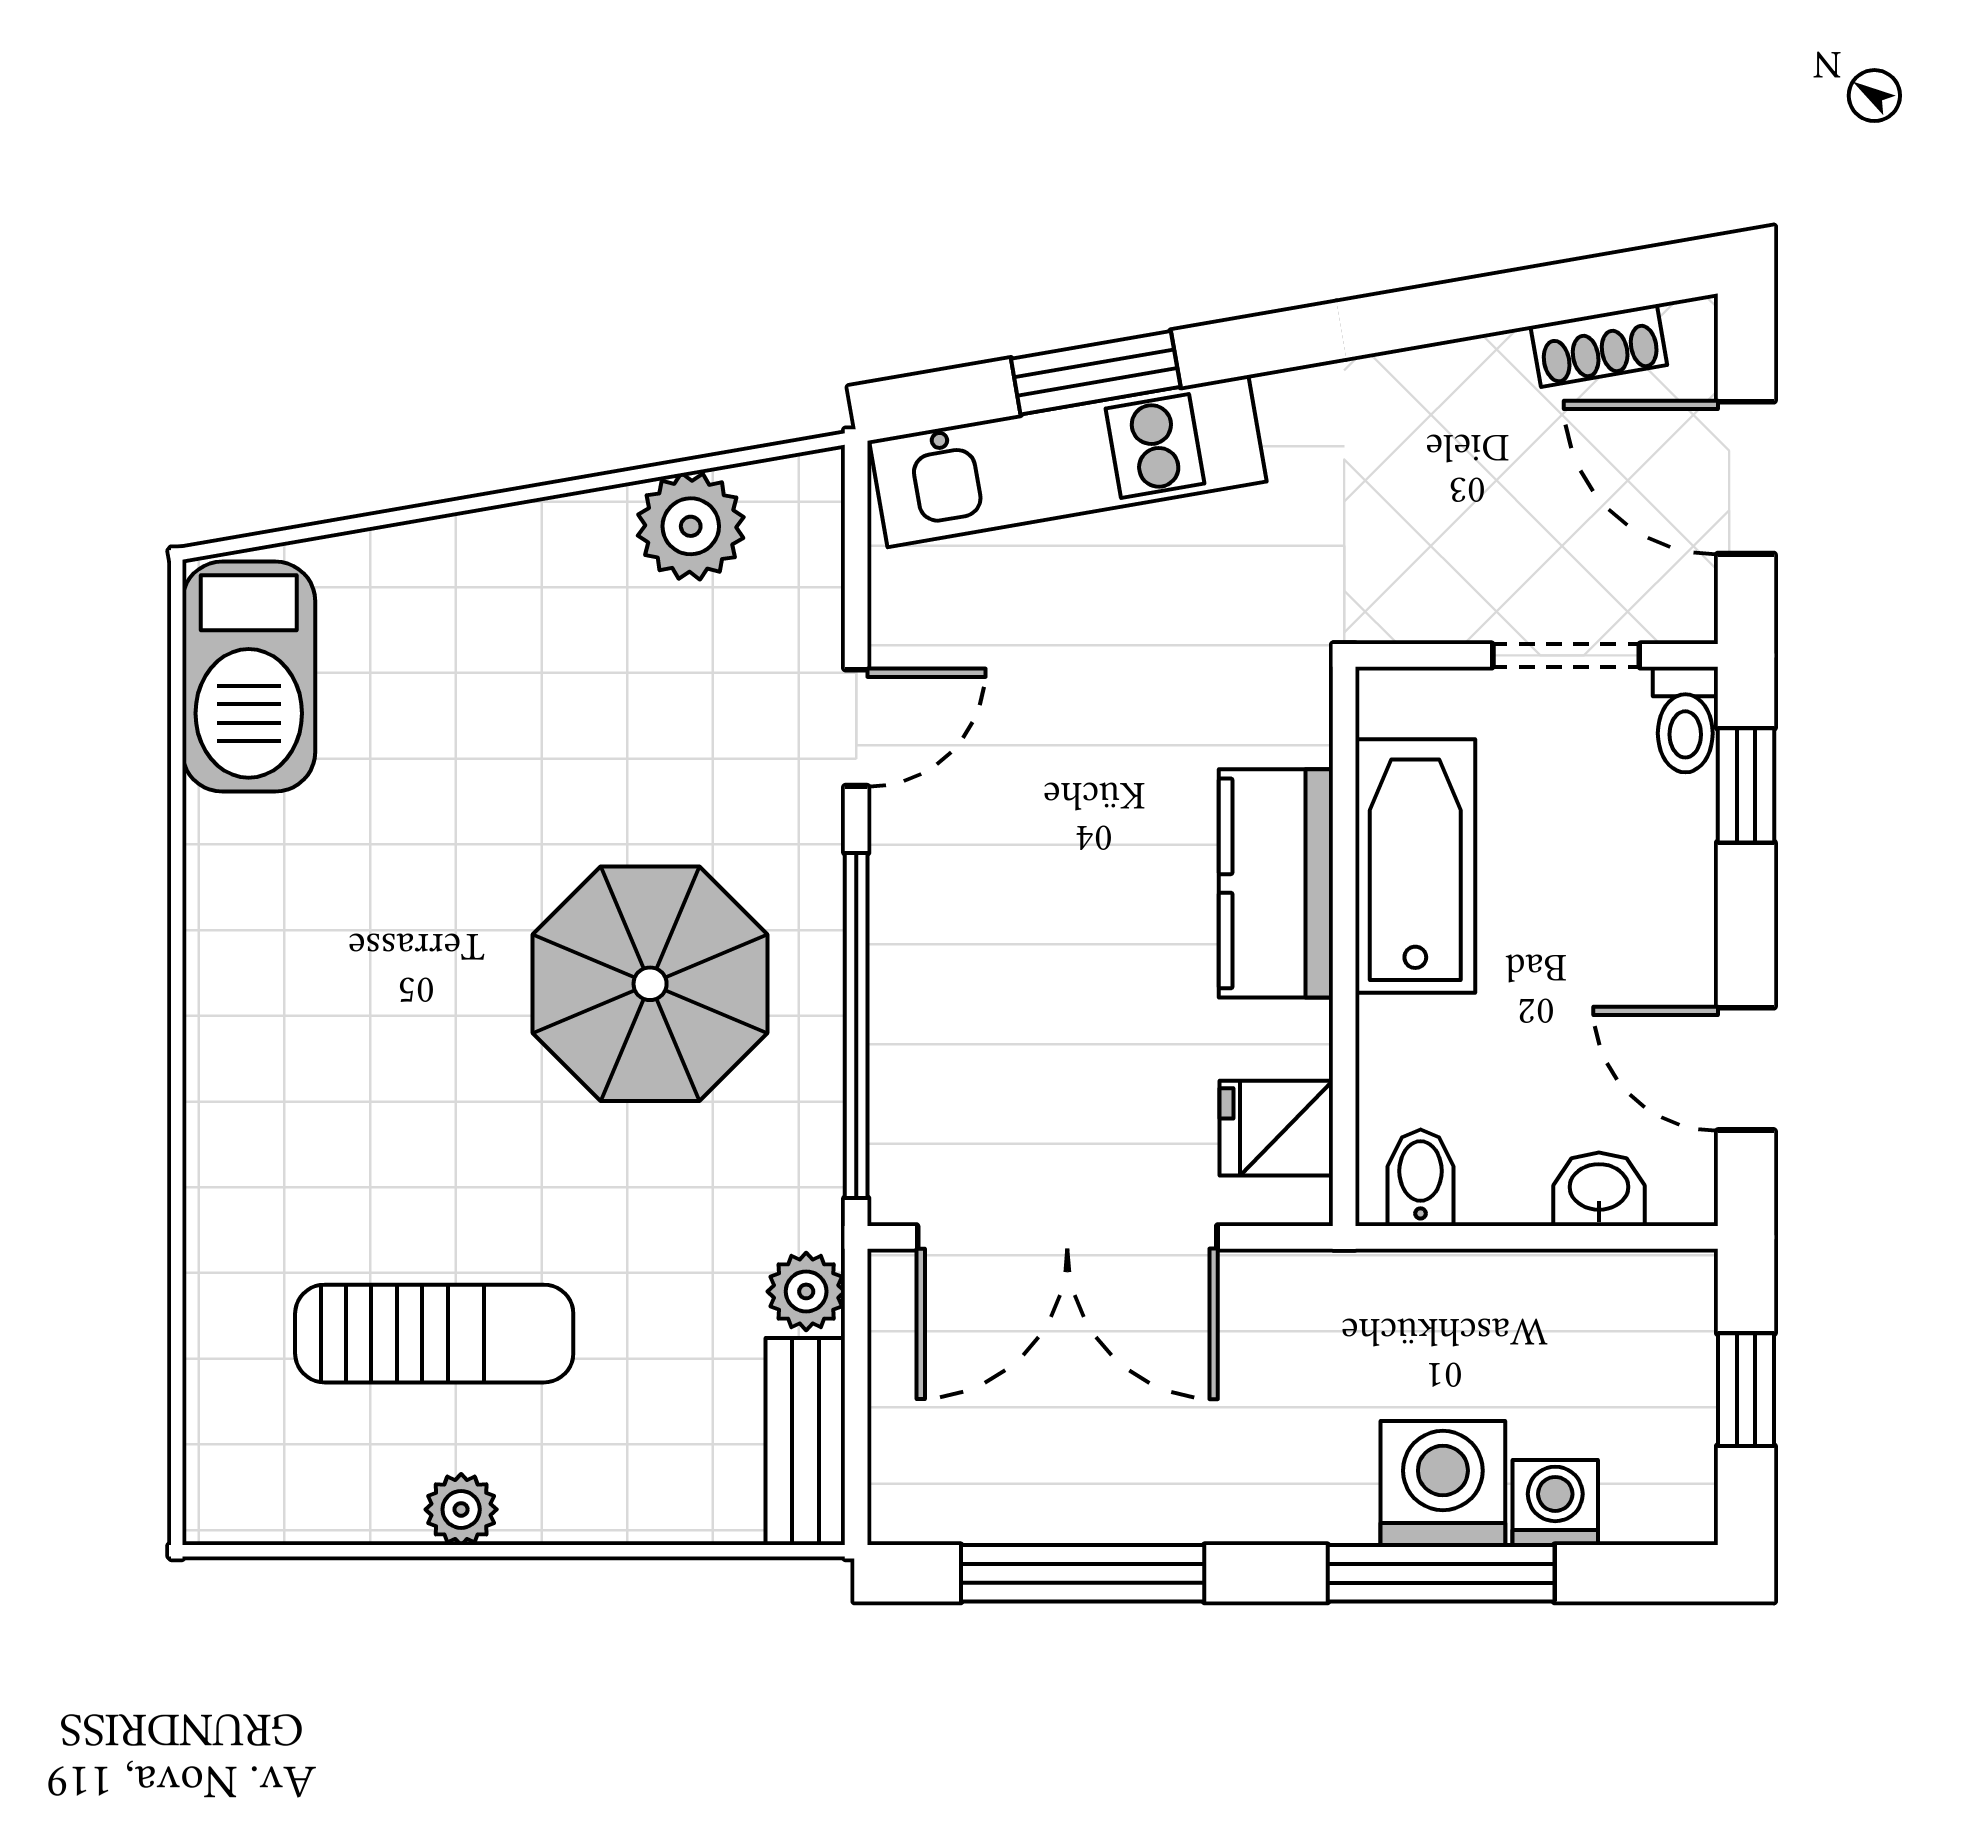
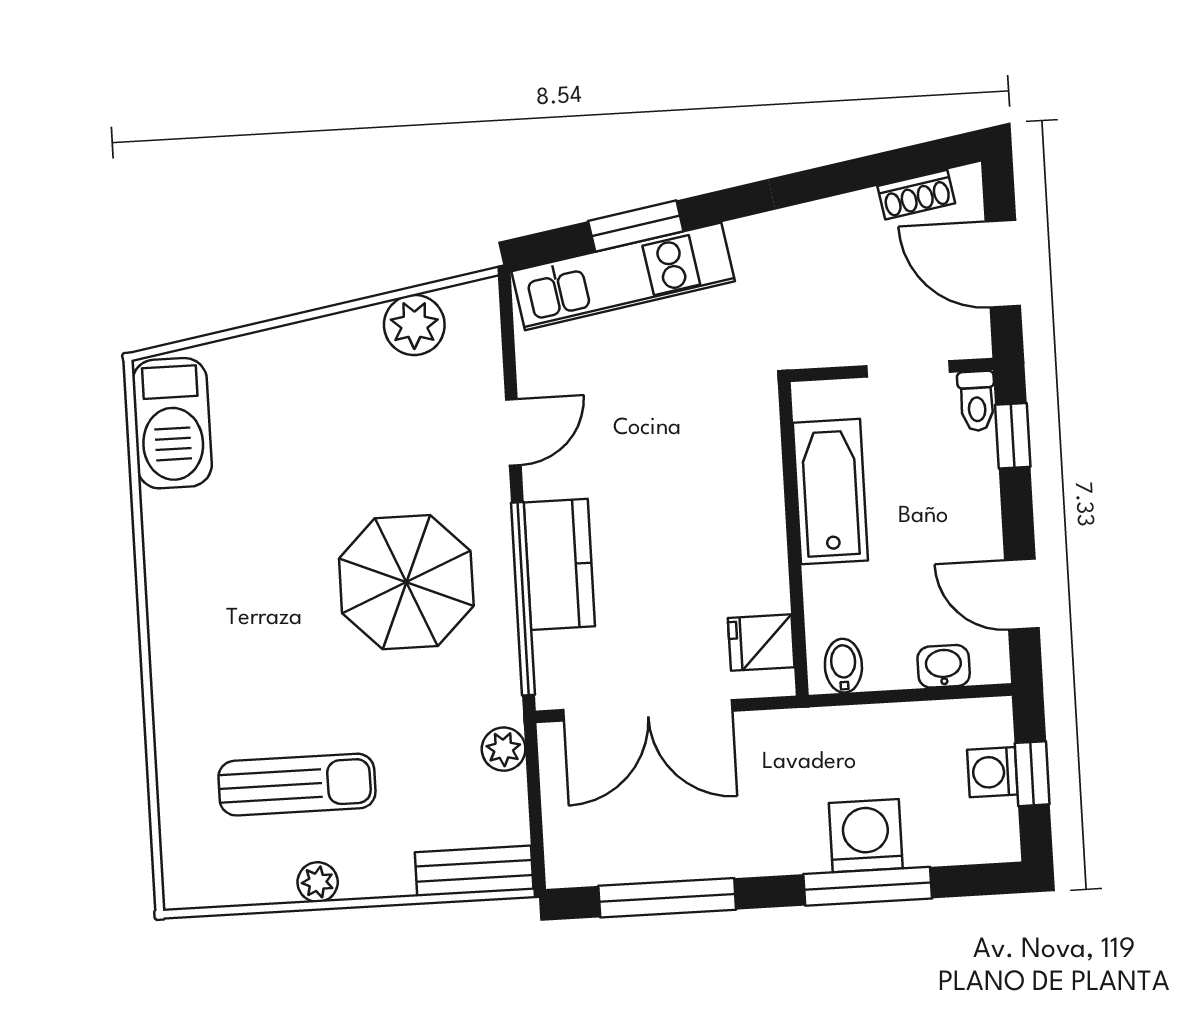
kitchen counter: (1276, 883) -> (559, 564), moved, turned 180
bench: (805, 1441) -> (474, 871), moved, turned 90
washing machine: (1555, 1502) -> (992, 772), moved, turned -90

